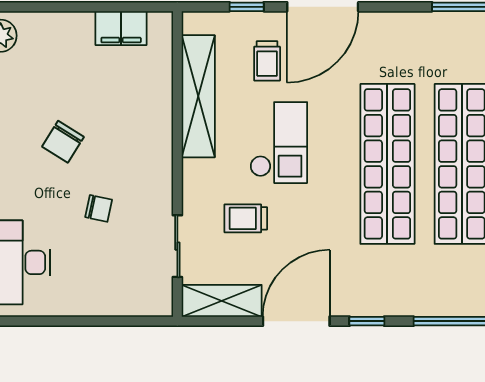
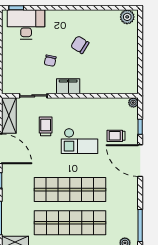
plant: (193, 22) -> (133, 103), added
filing cabinet: (121, 28) -> (68, 86), moved, turned 90
shelving: (198, 96) -> (100, 105), removed

